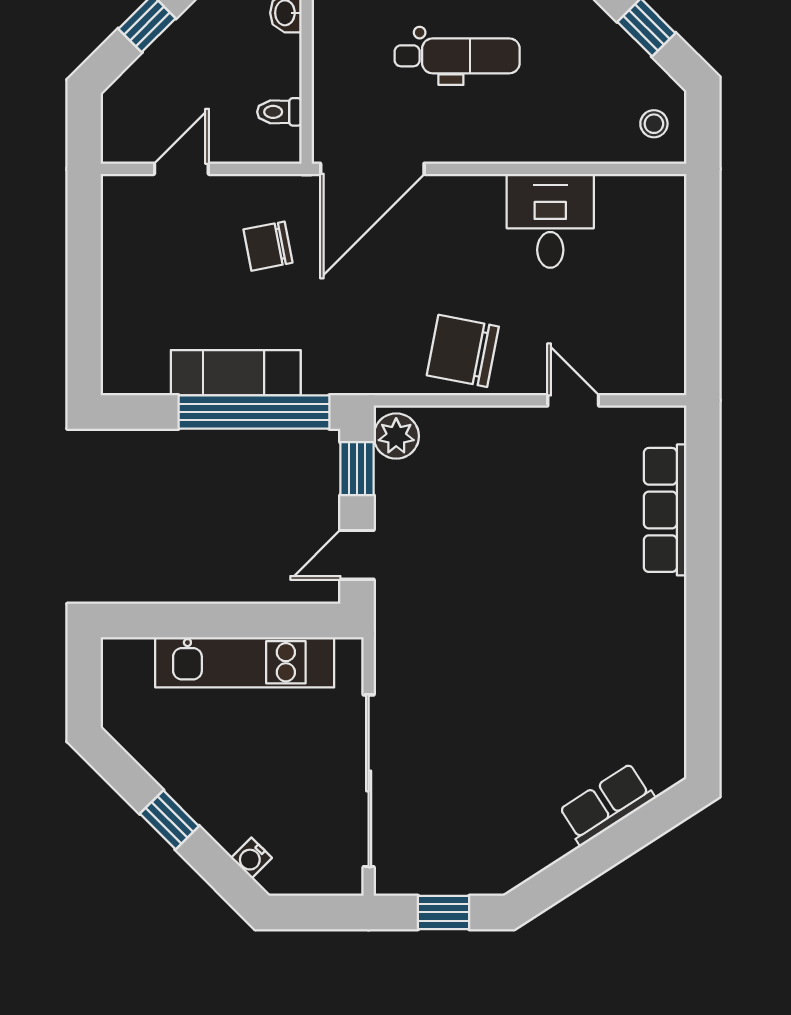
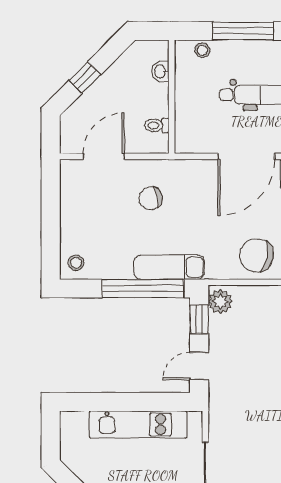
door: (181, 169) -> (104, 156), width x1.38
door: (372, 169) -> (246, 156), moved
stool: (130, 365) -> (76, 263), added
exam couch: (236, 373) -> (169, 267), moved

